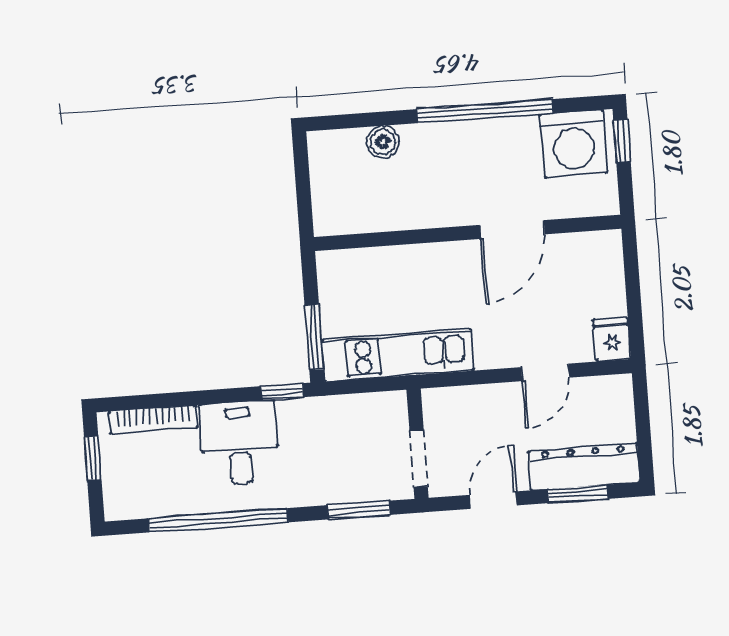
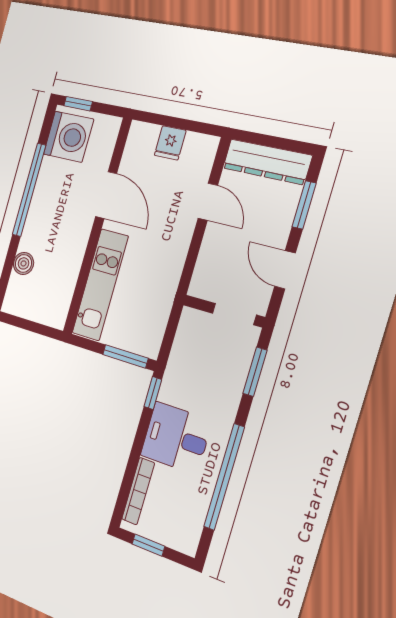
fridge: (612, 340) -> (170, 143), moved, turned -90
kitchen unit: (398, 355) -> (100, 285), moved, turned 180
dresser: (584, 467) -> (267, 162), moved, turned -90

